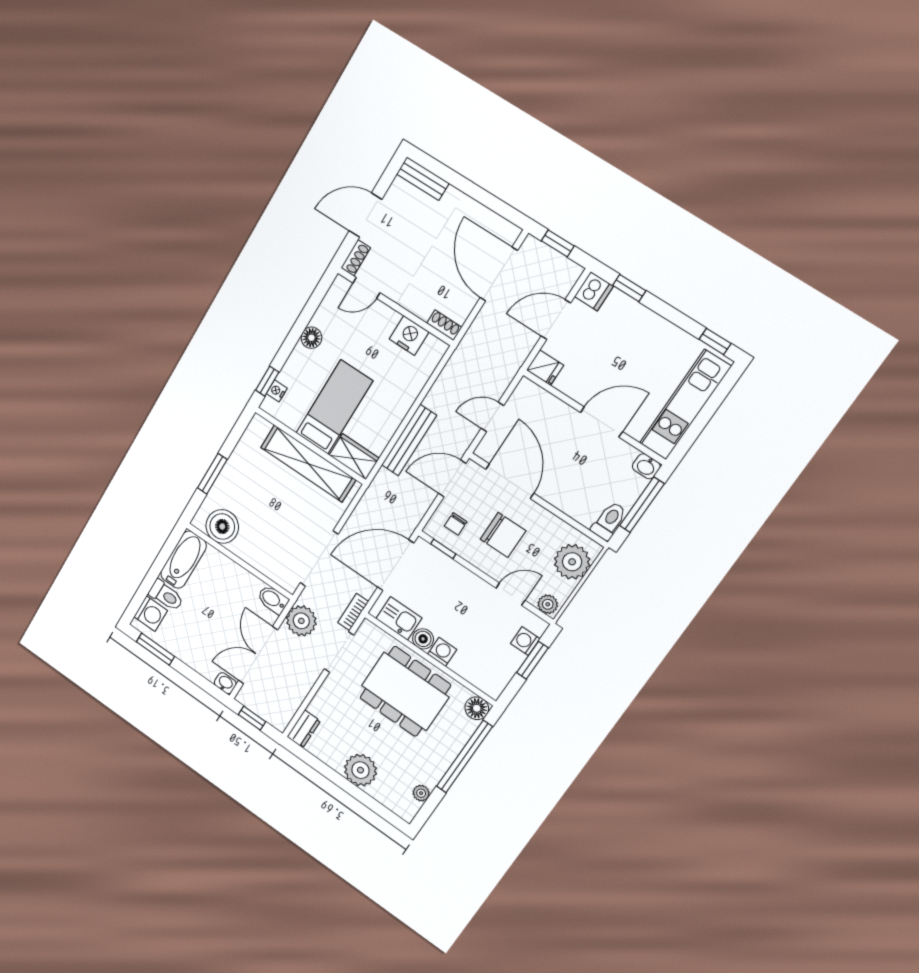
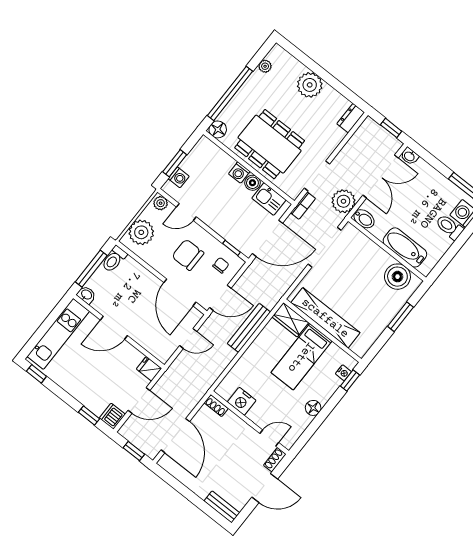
bathtub: (183, 560) -> (405, 247), moved, turned 90

